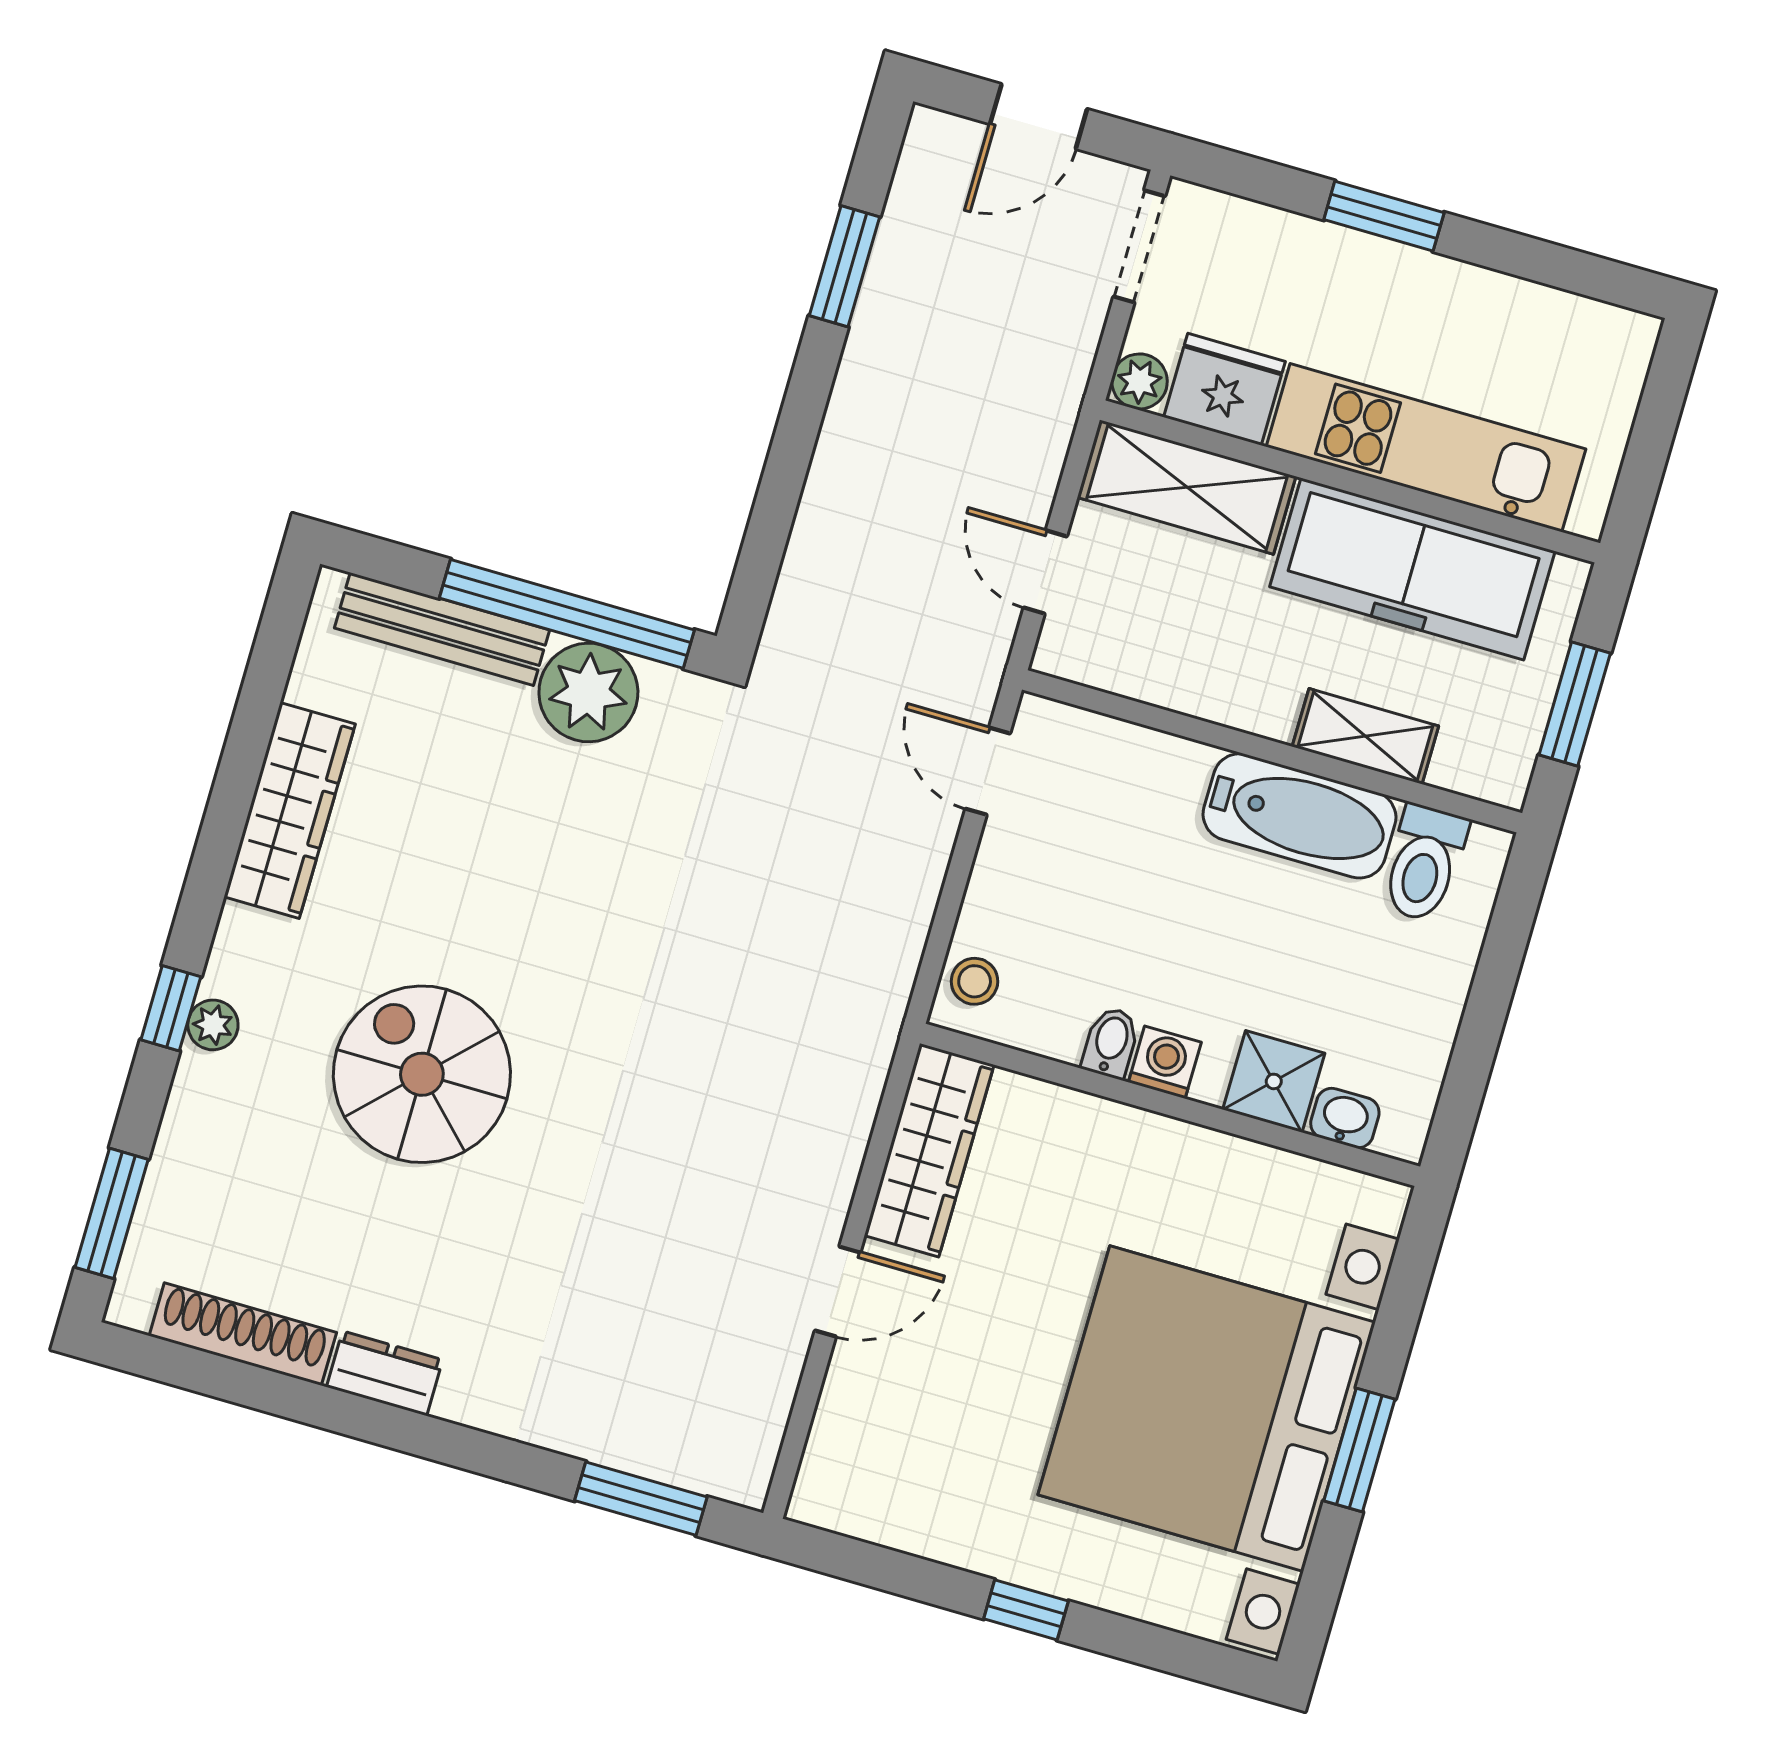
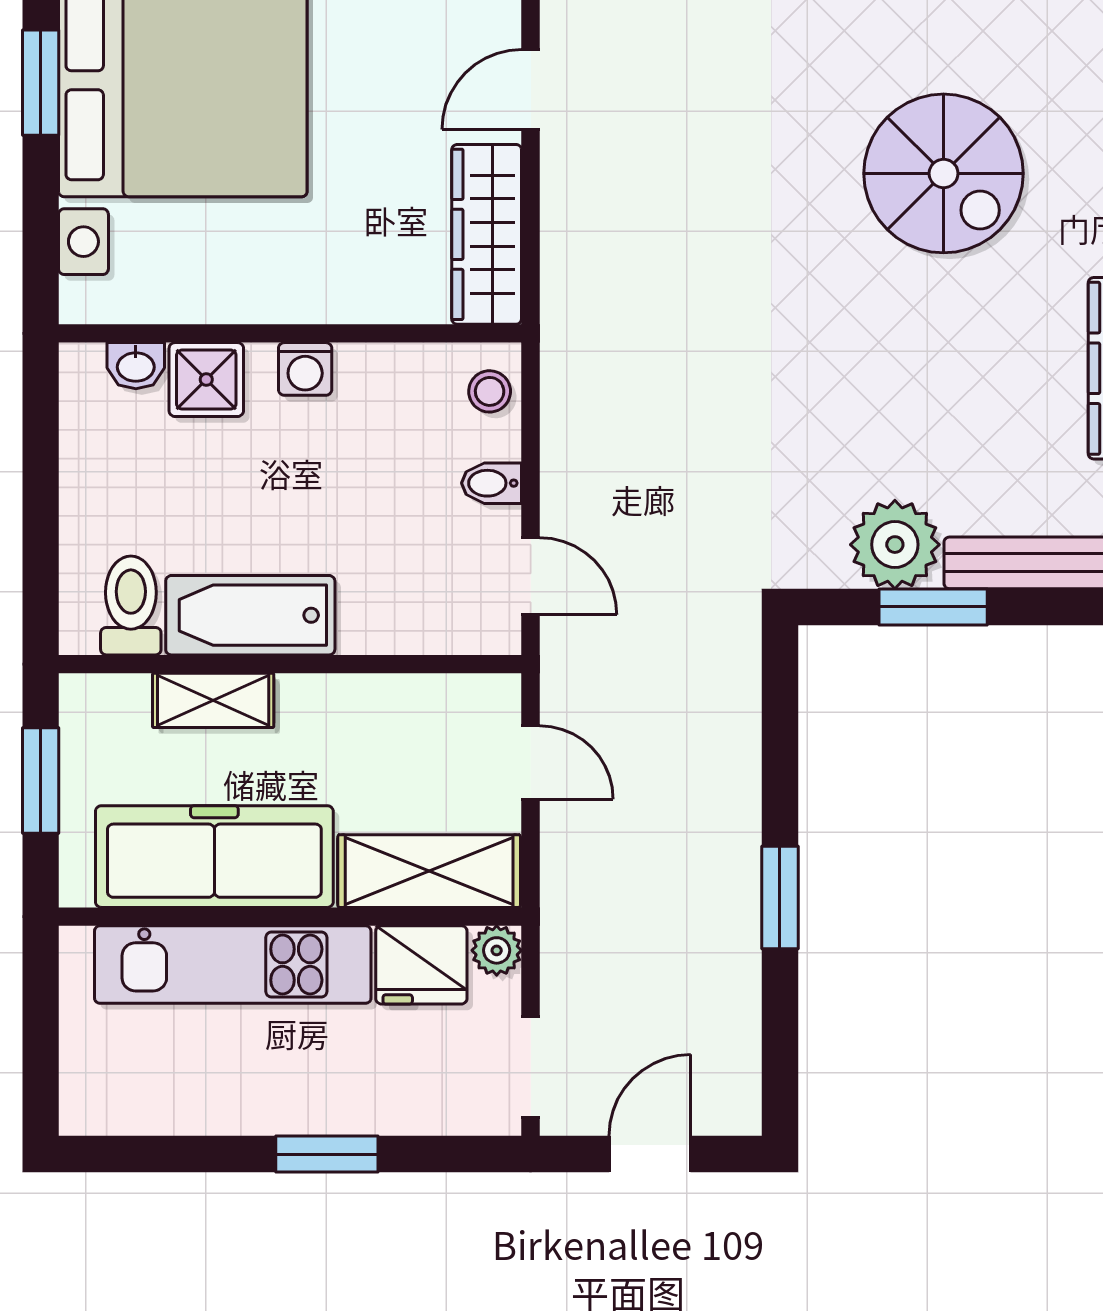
window: (845, 266) -> (780, 897), moved
window: (567, 614) -> (933, 607), width x0.47
bidet: (1111, 1043) -> (492, 483), moved, turned 90

